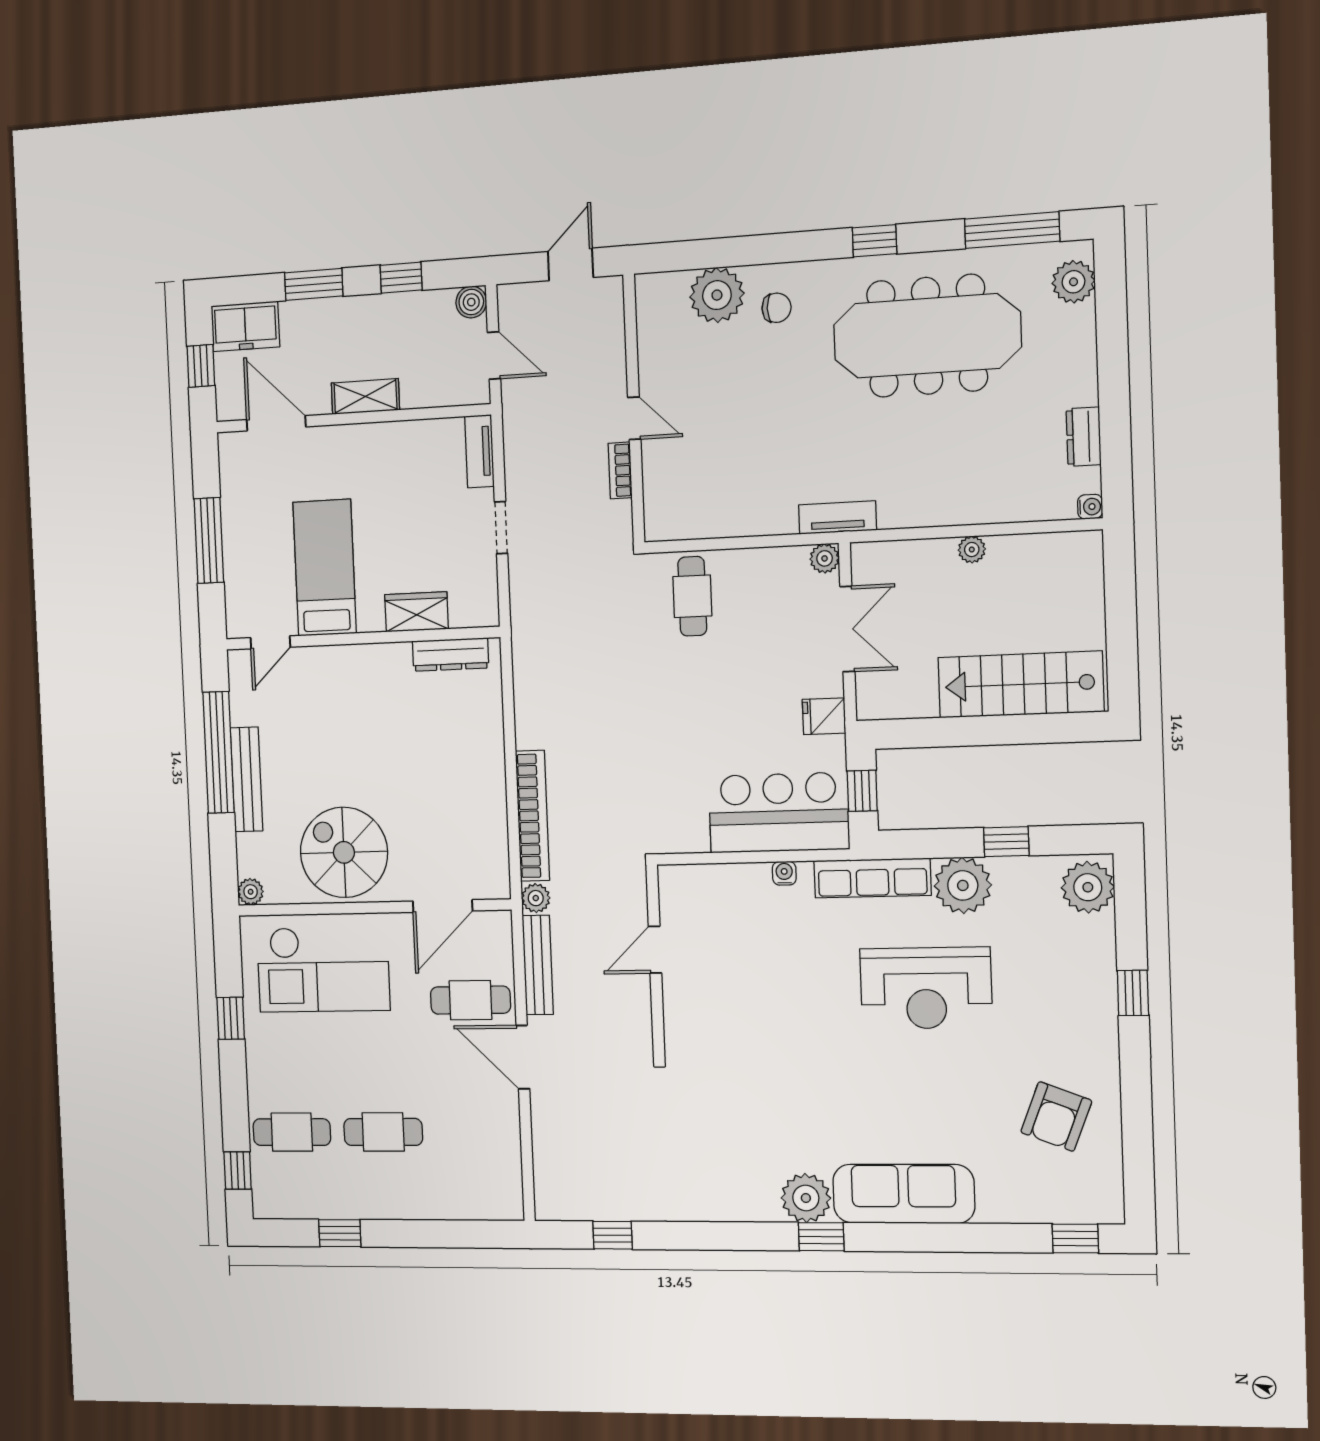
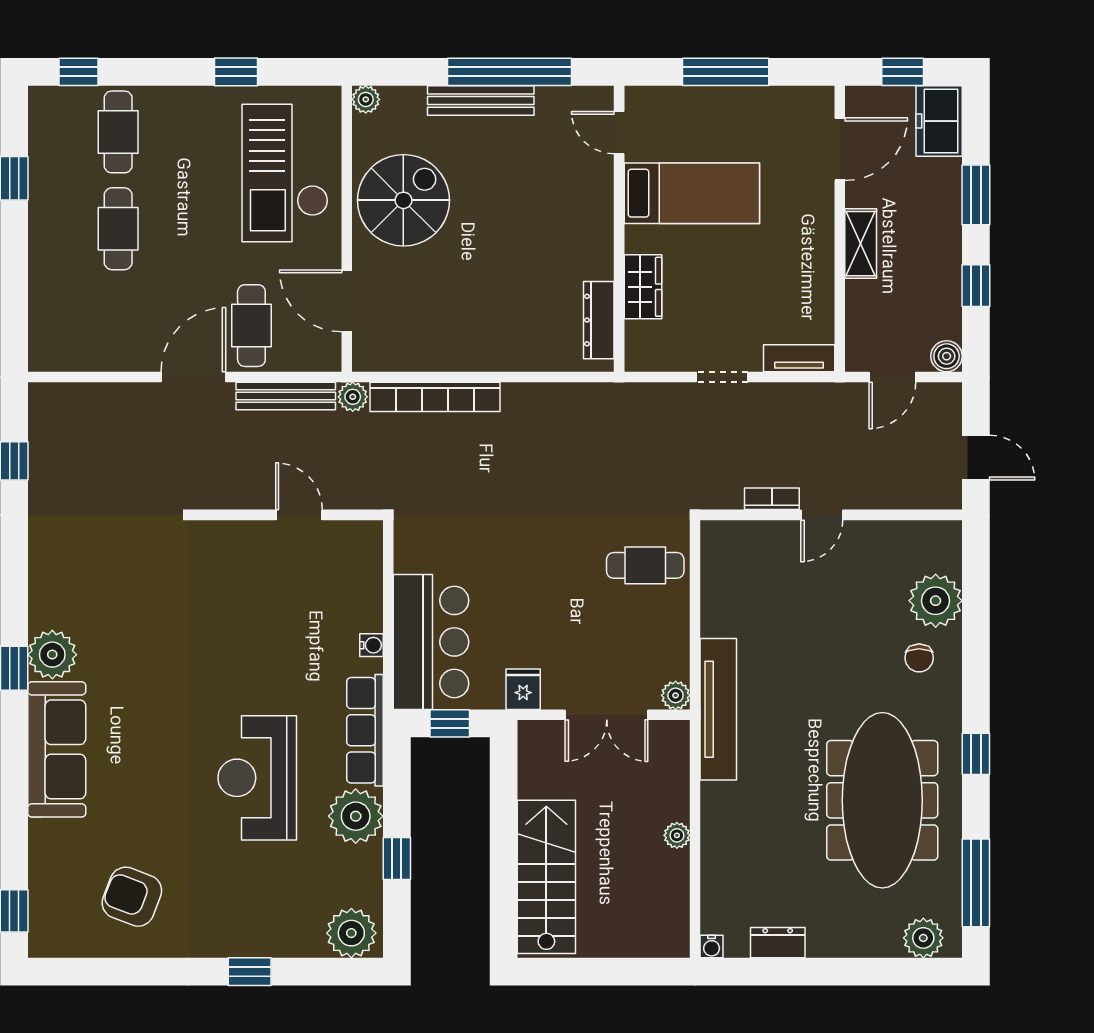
tv unit: (838, 518) -> (718, 709), width x1.92, depth x1.29

